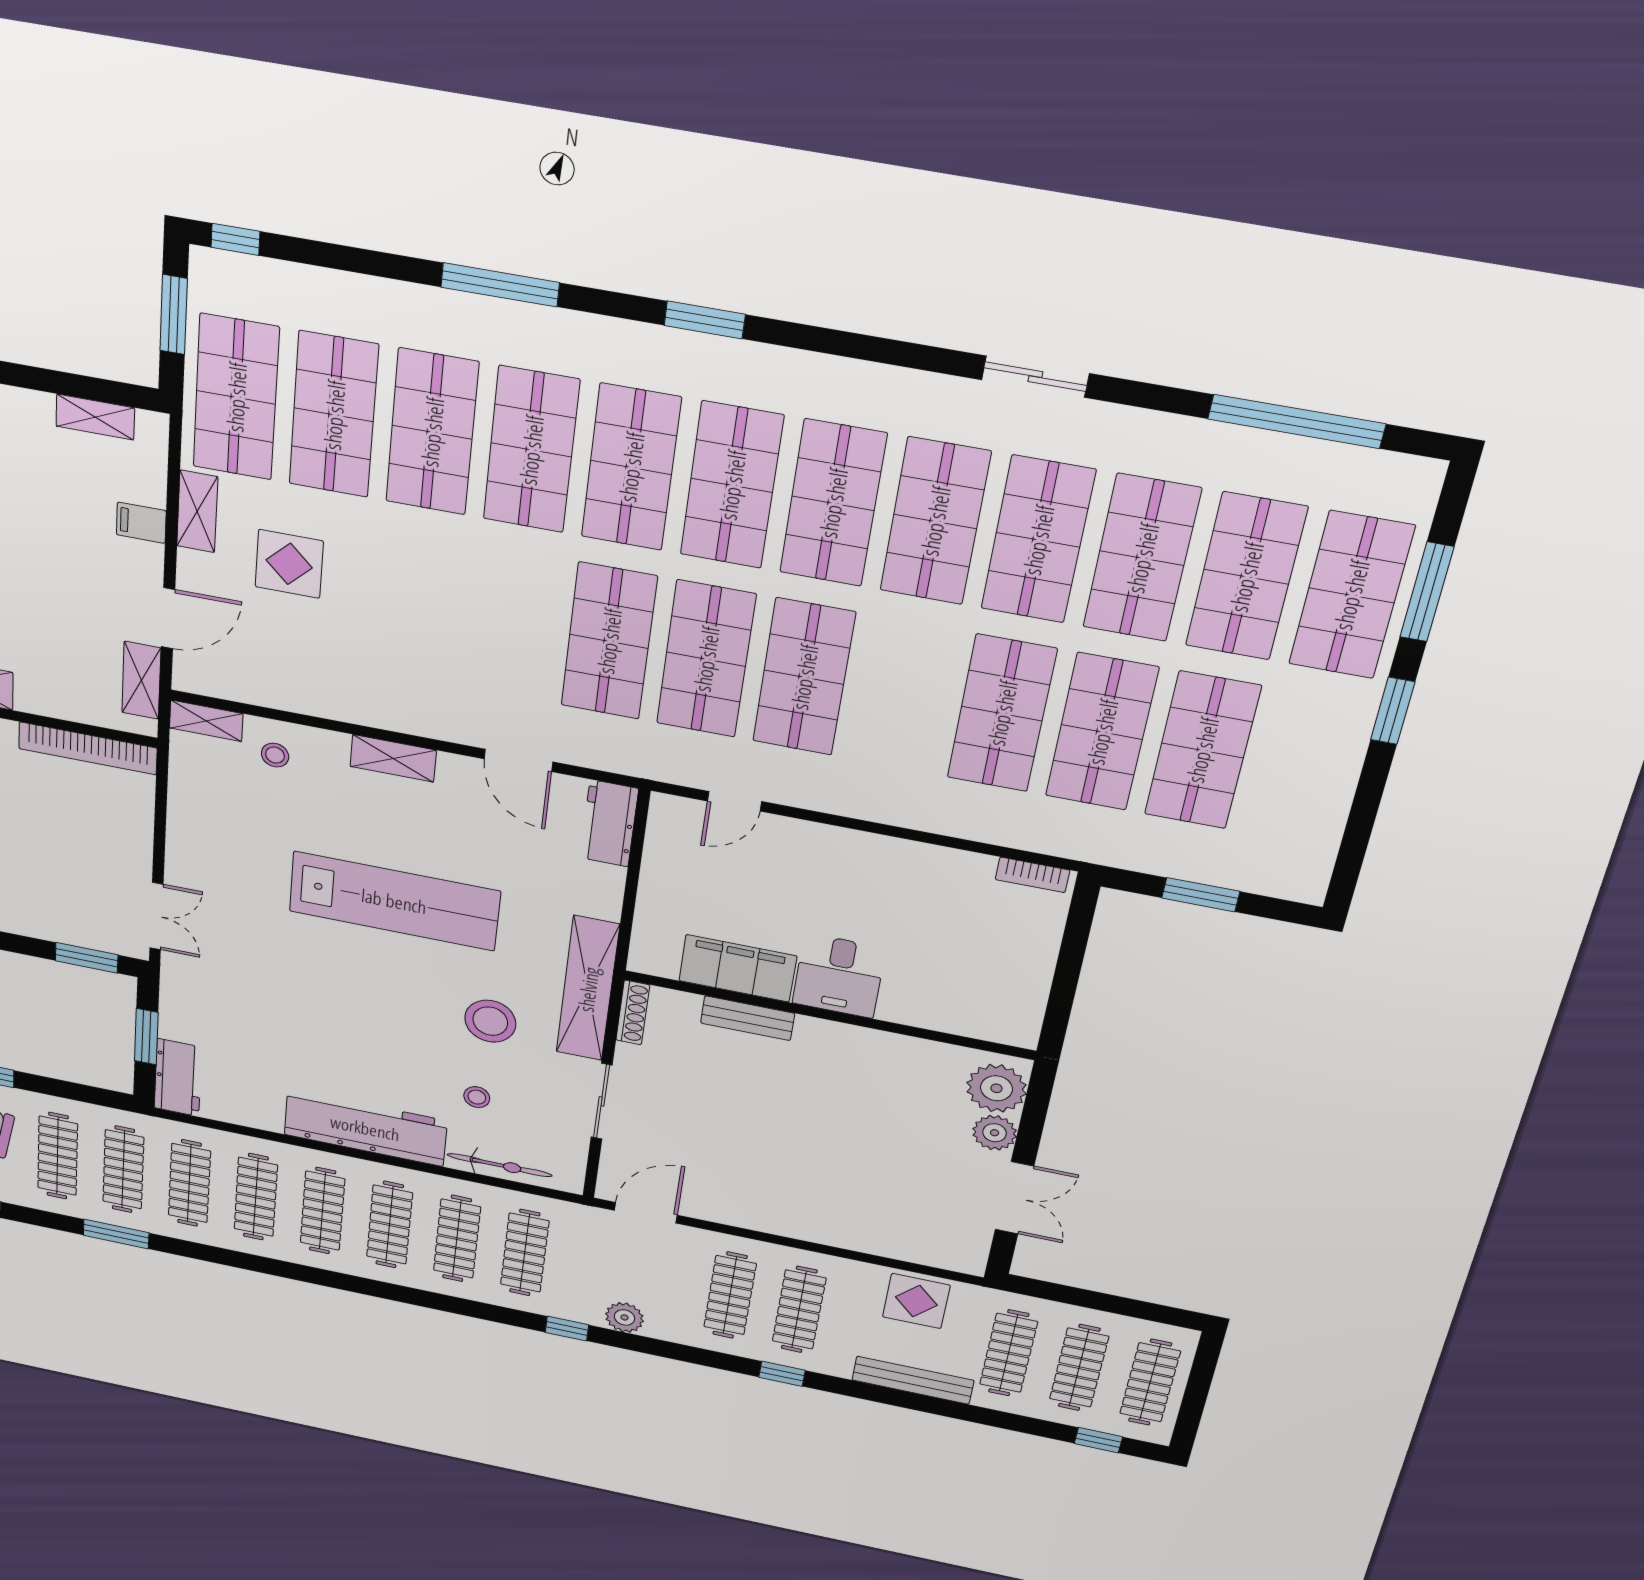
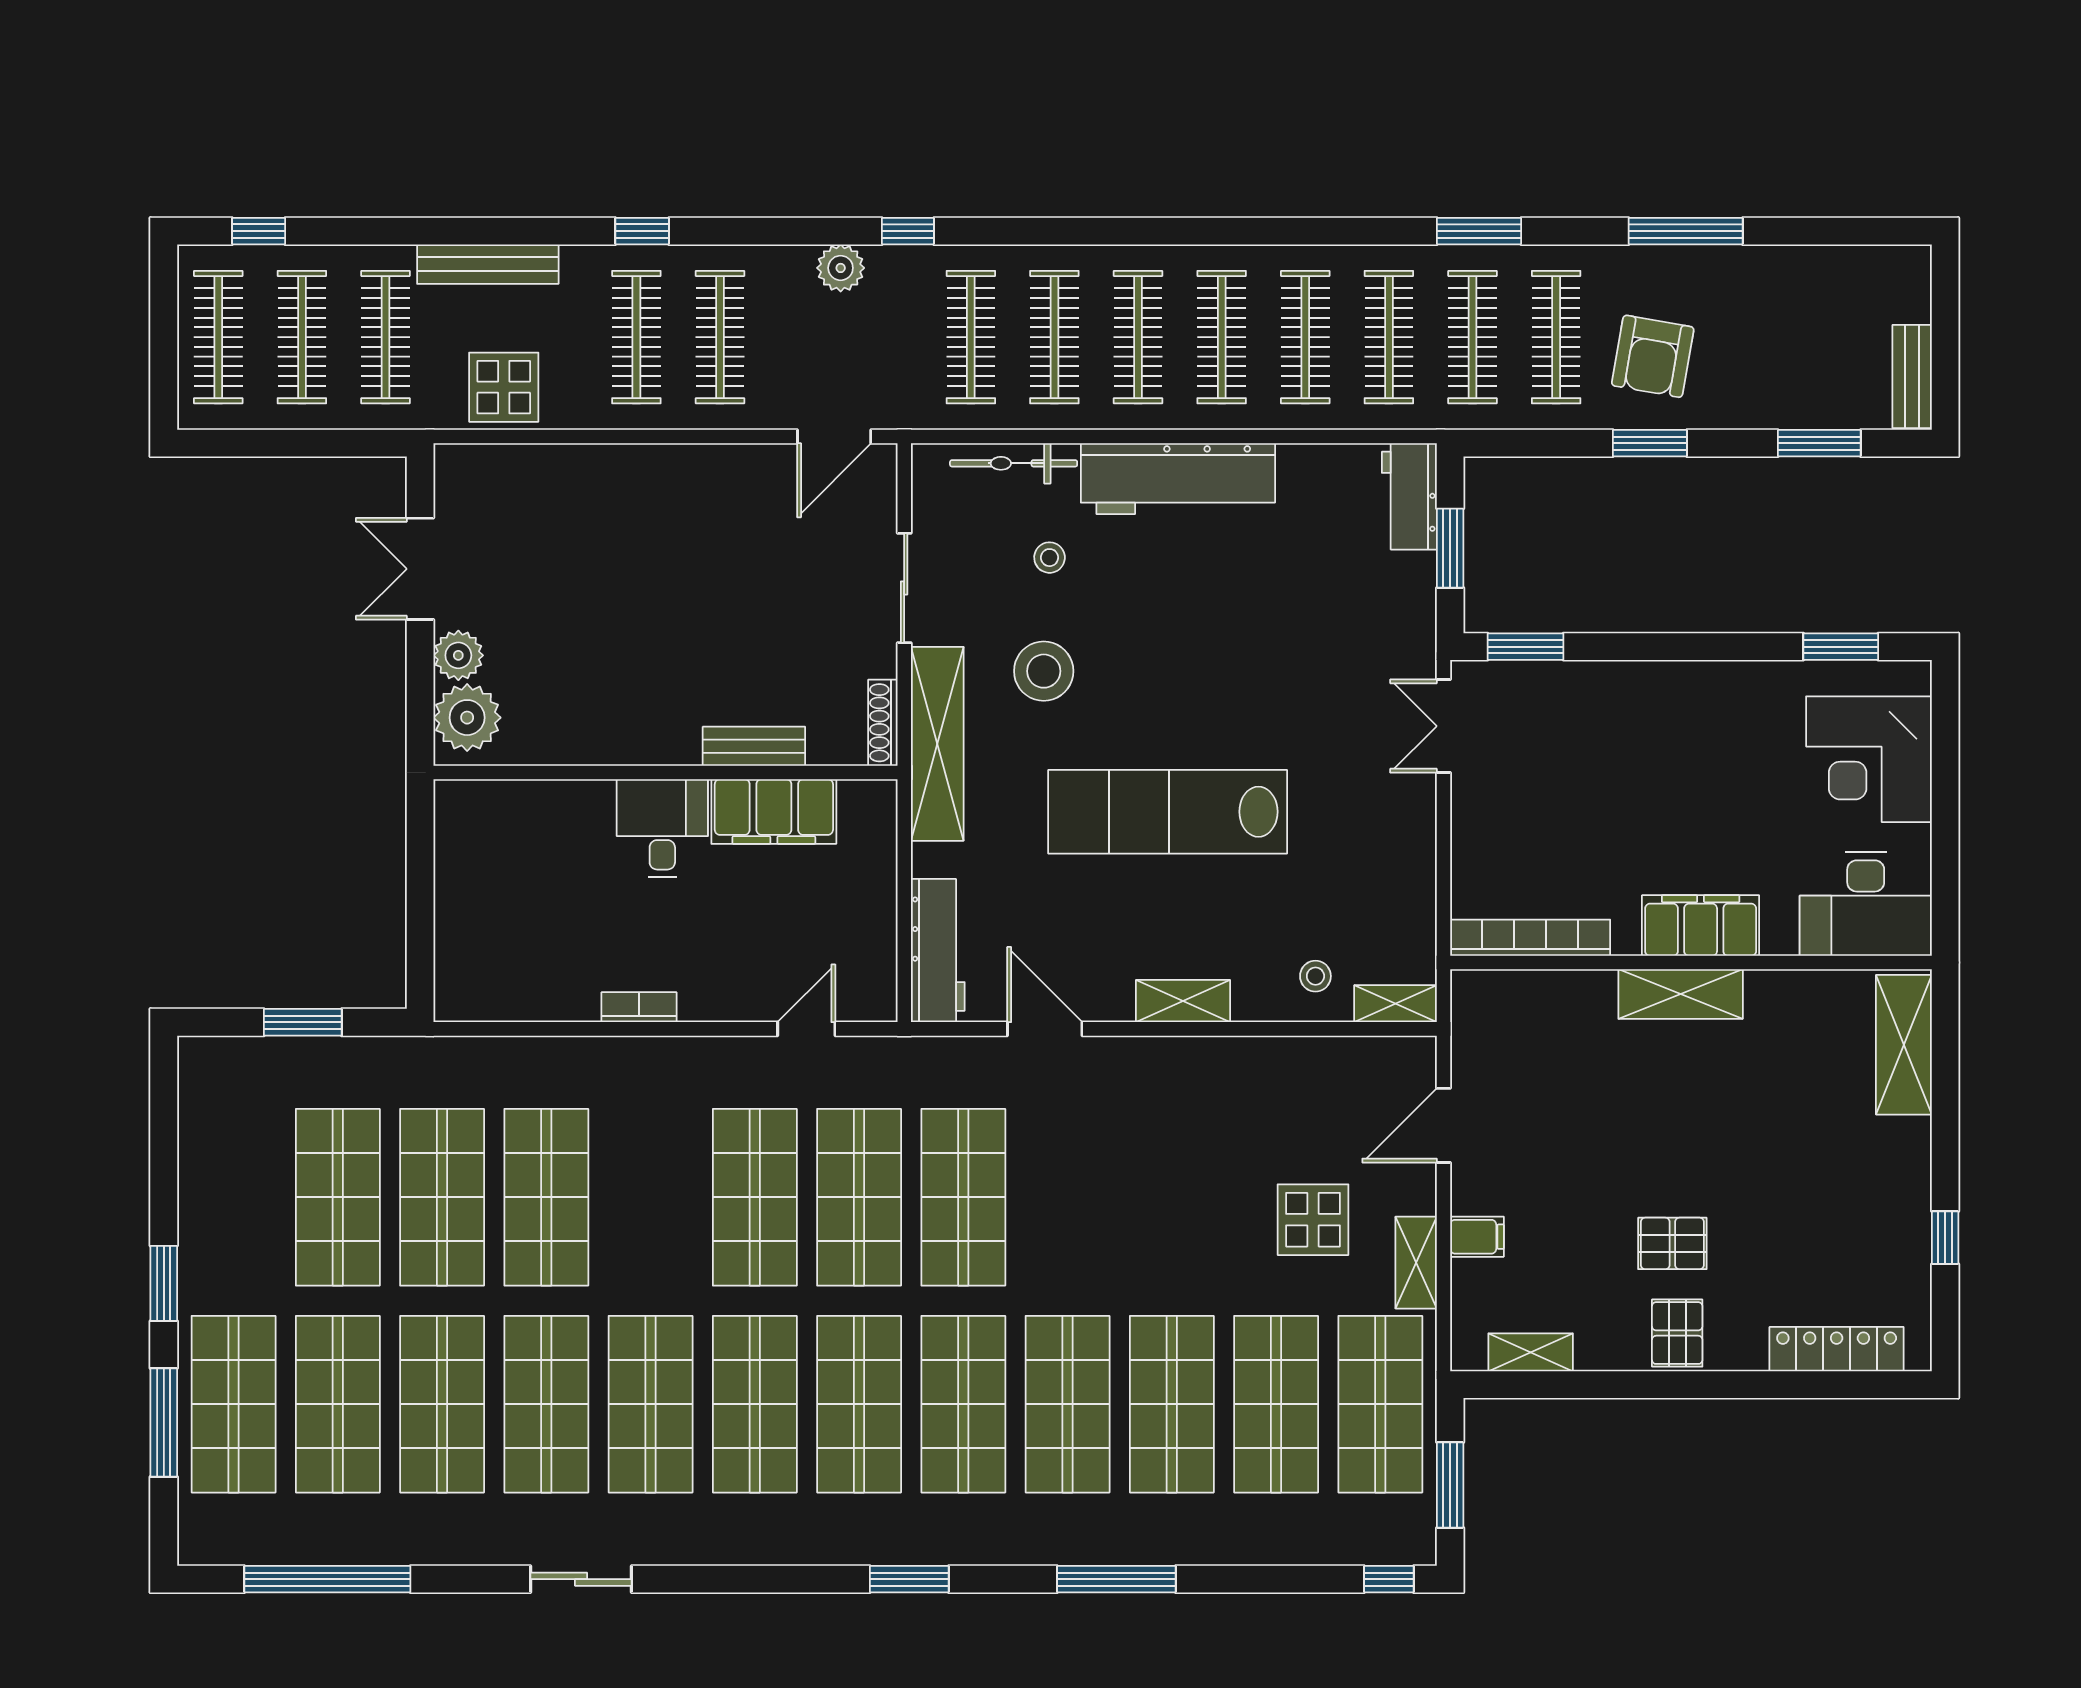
shelving: (141, 680) -> (1471, 1040), removed
workbench: (609, 823) -> (938, 951), width x1.38
bookcase: (1032, 875) -> (639, 1007), moved

